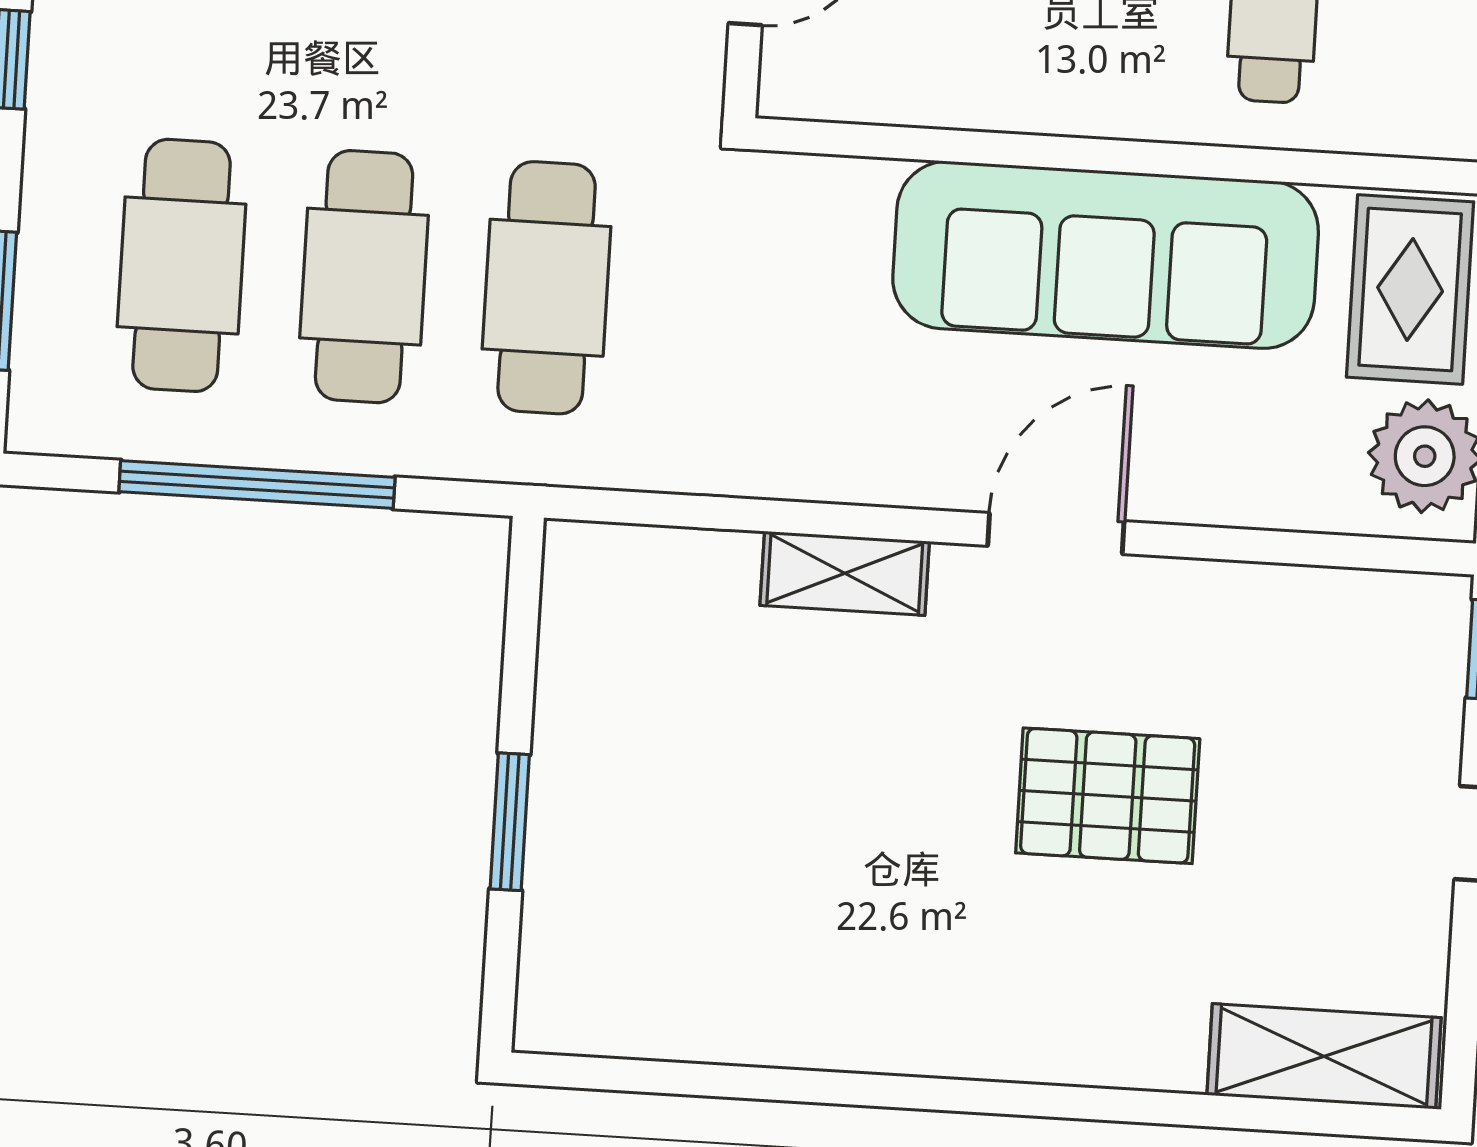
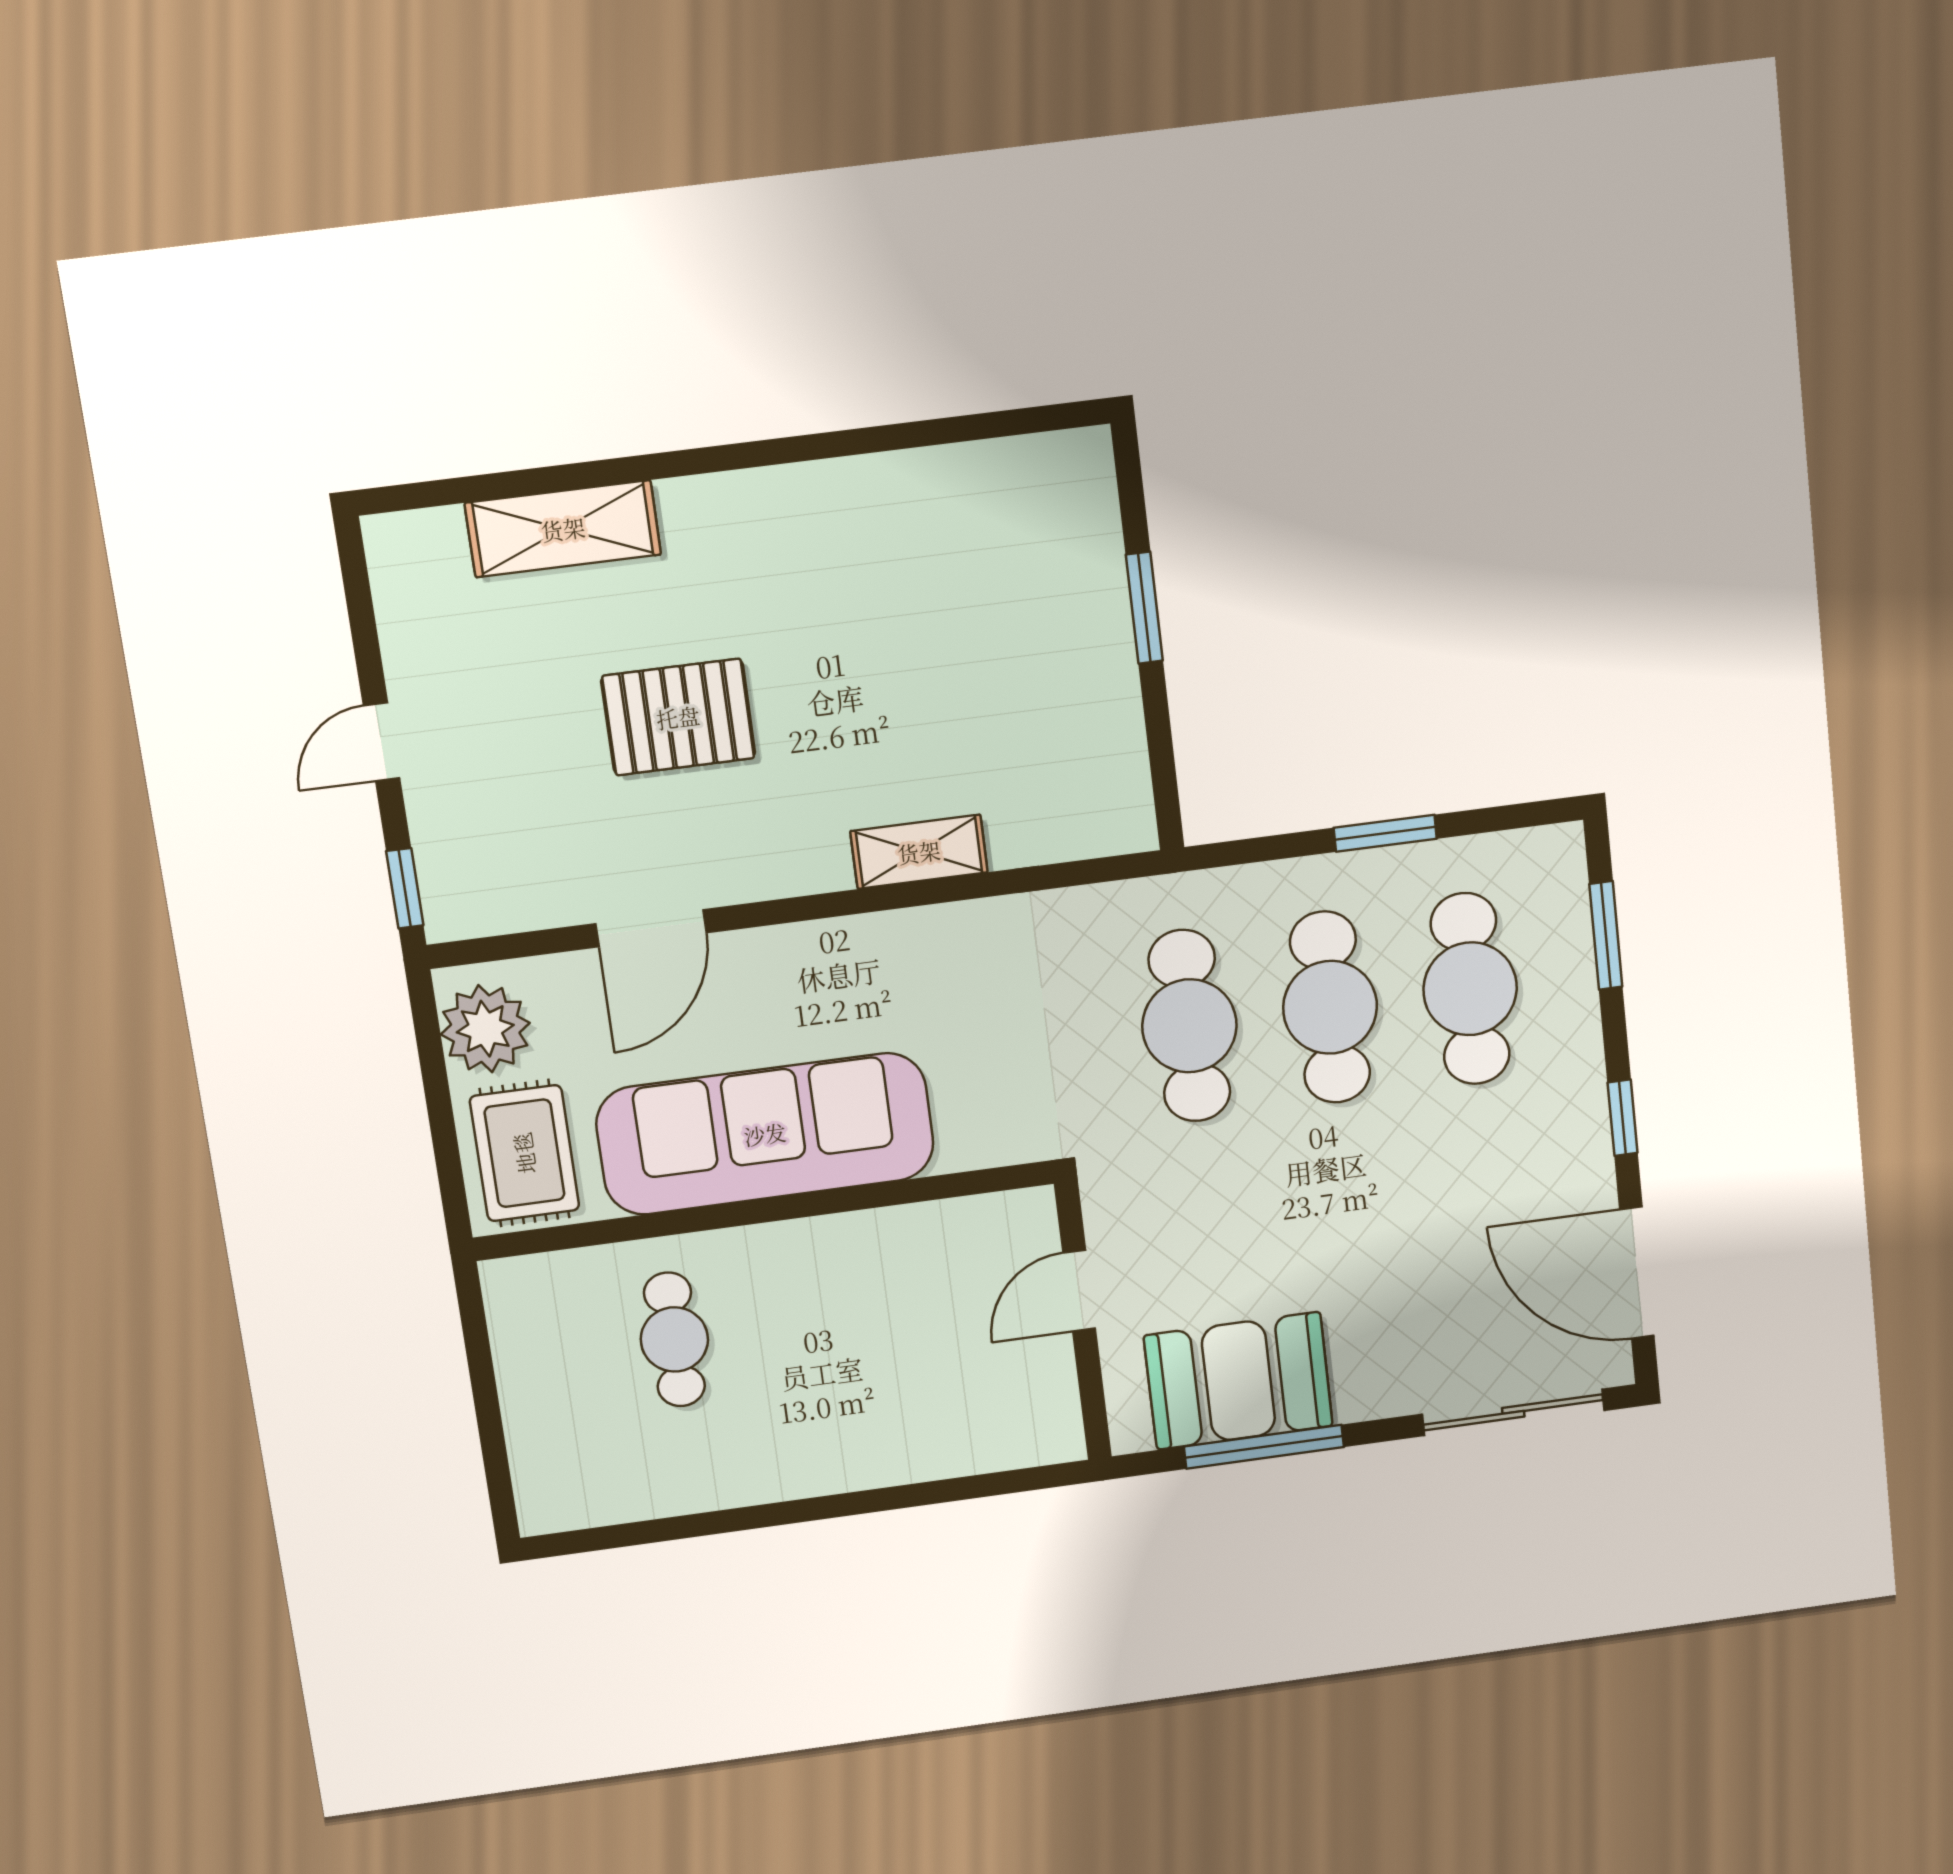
window: (257, 485) -> (1385, 833), width x0.47
door: (1056, 533) -> (651, 928), moved
shelving: (1324, 1056) -> (563, 529), moved

